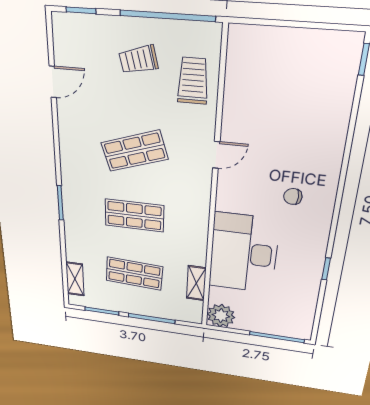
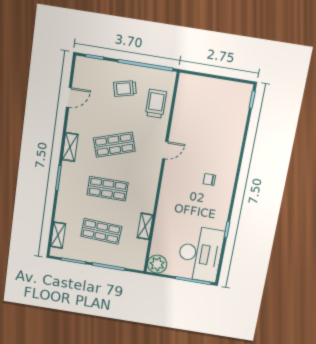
shelving: (69, 158) -> (70, 147), added
desk: (244, 253) -> (200, 254), moved, turned 180
shelving: (196, 283) -> (145, 226), moved

